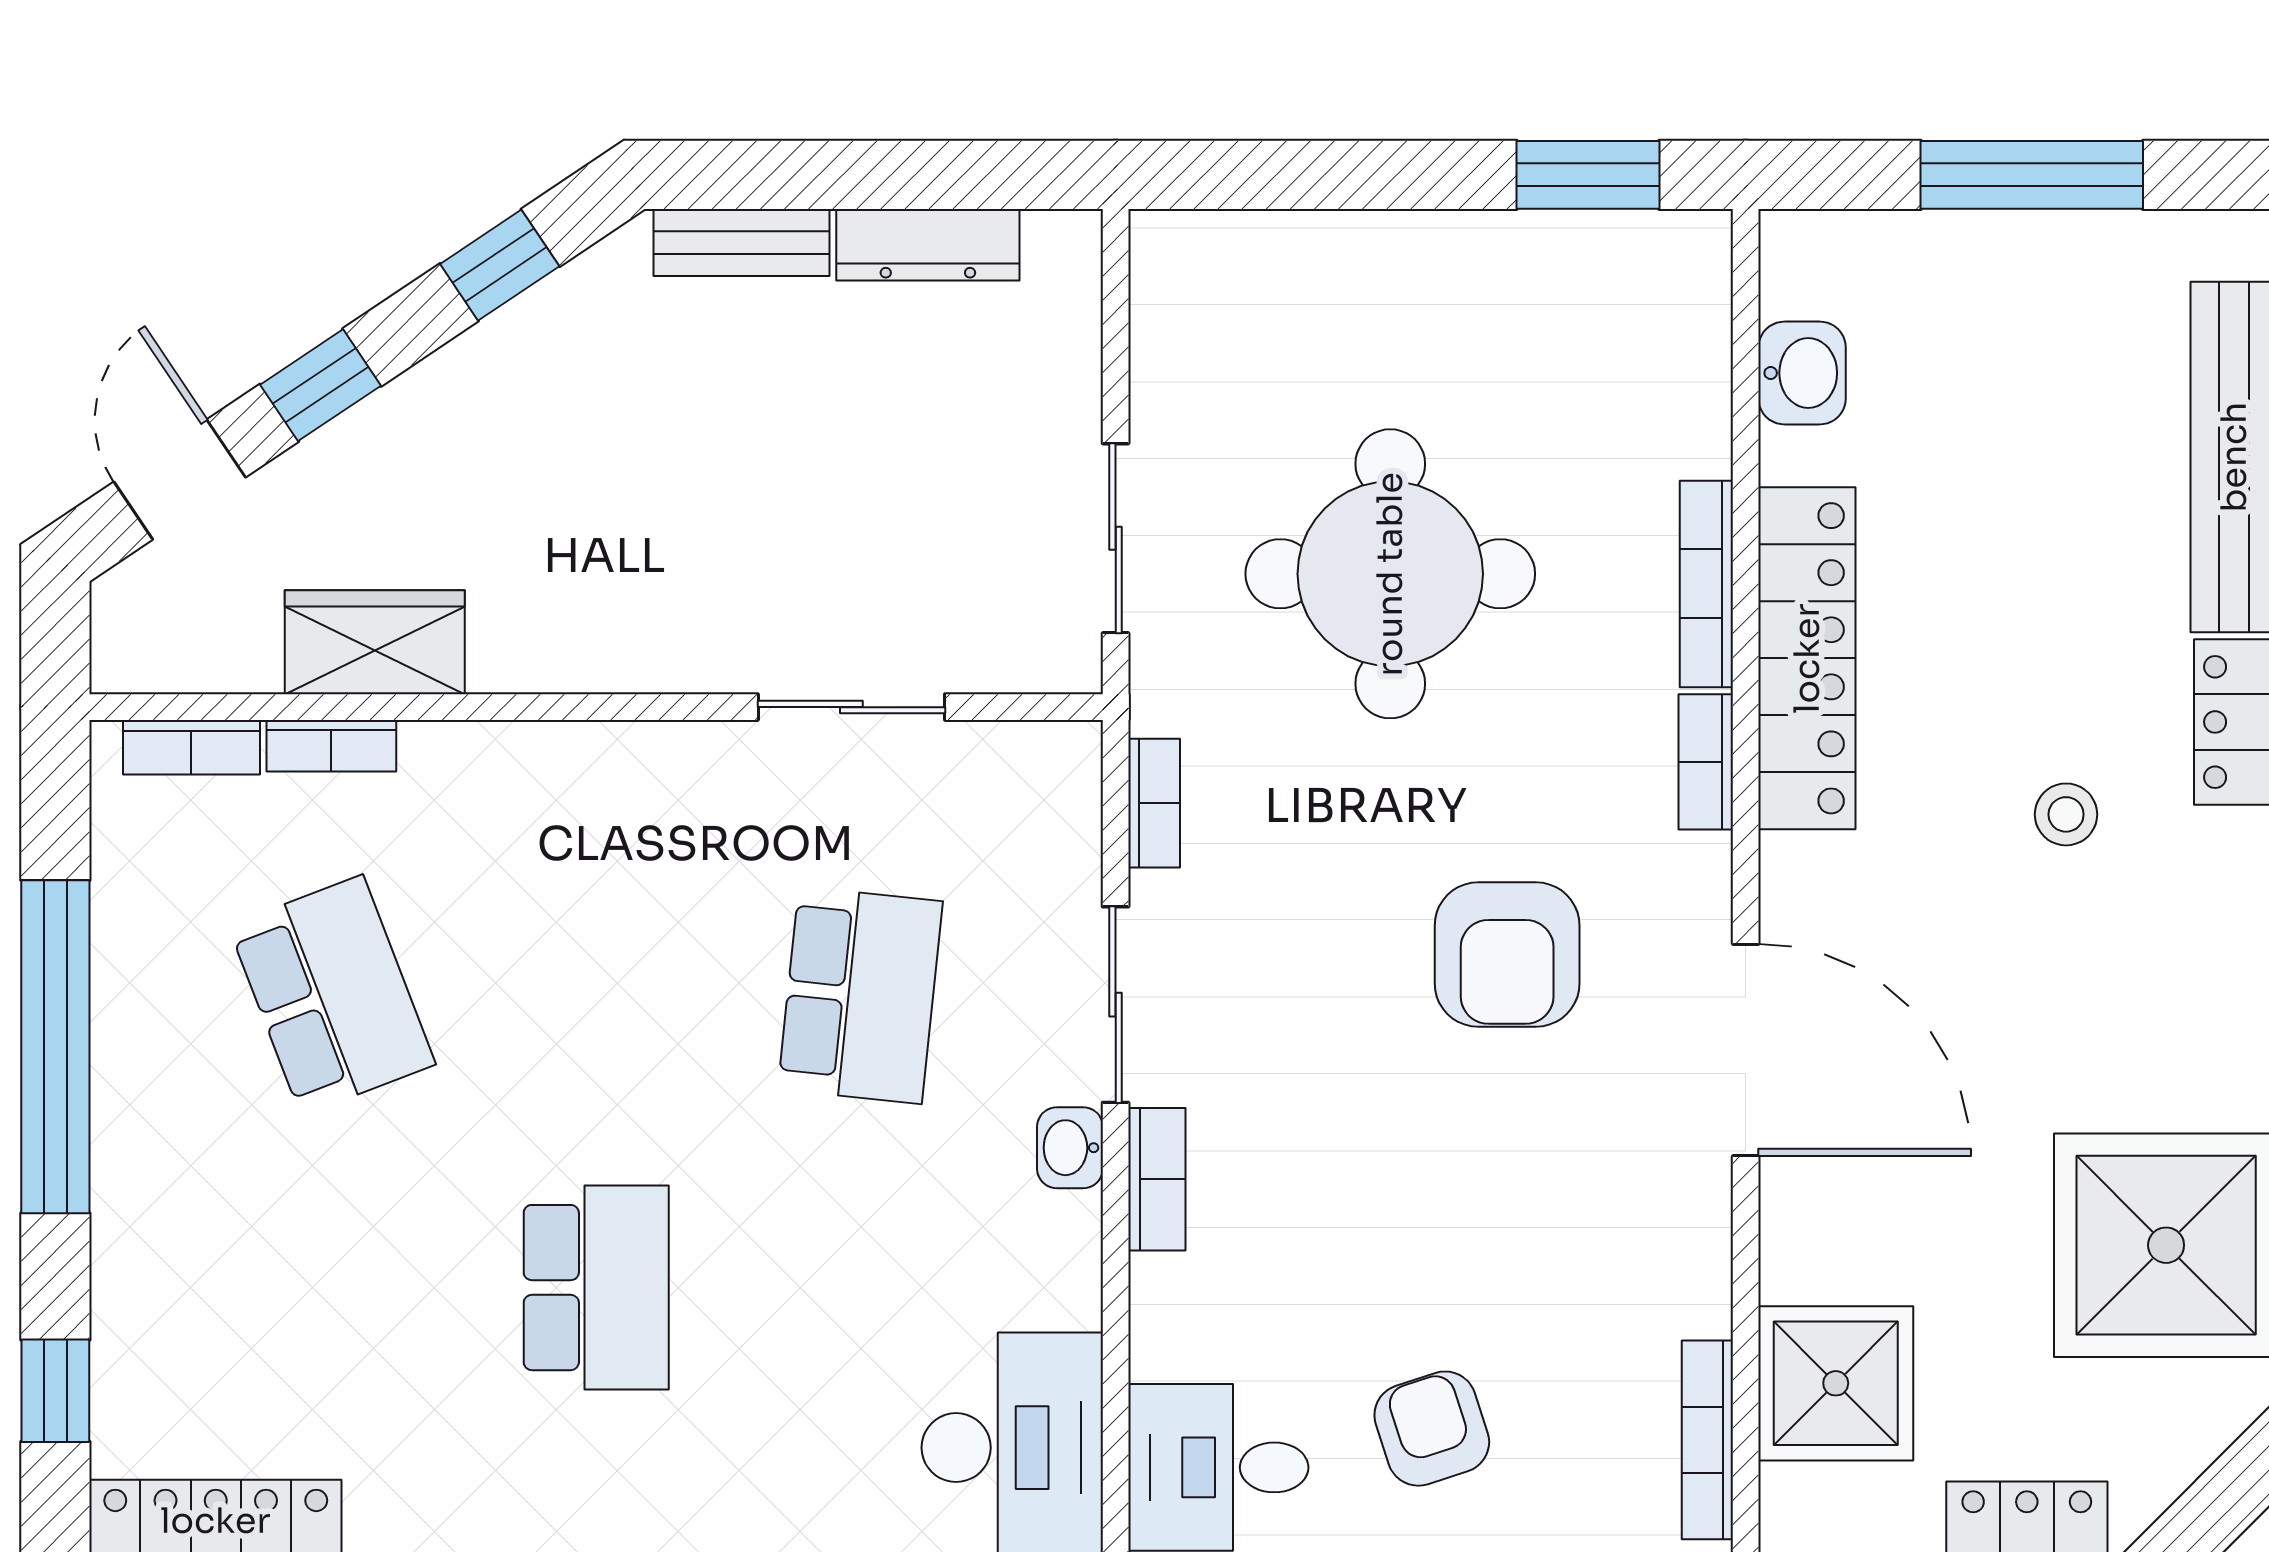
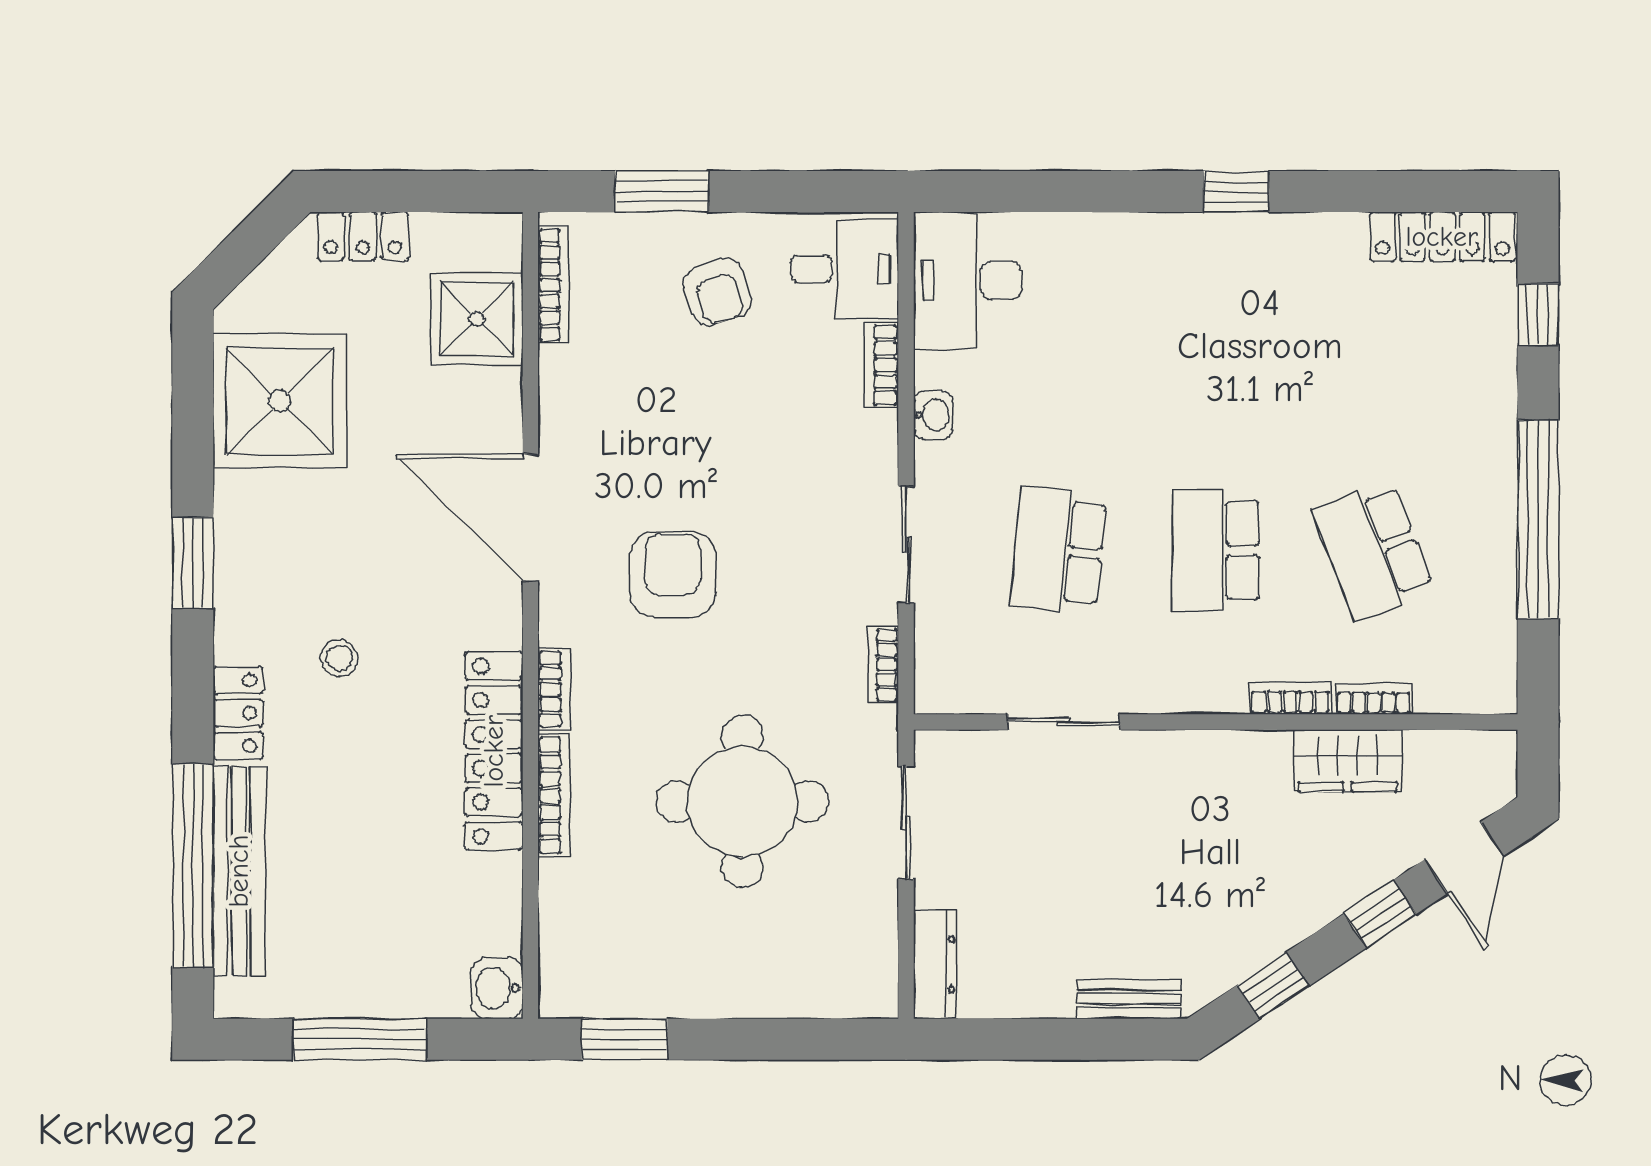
dresser: (928, 245) -> (935, 964), moved, turned 90
washbasin: (1802, 373) -> (497, 988), moved
bookcase: (191, 747) -> (1290, 698), moved
washbasin: (1070, 1148) -> (933, 415), moved
bookcase: (1157, 1179) -> (881, 365), moved
school desk: (596, 1288) -> (1216, 550), moved

